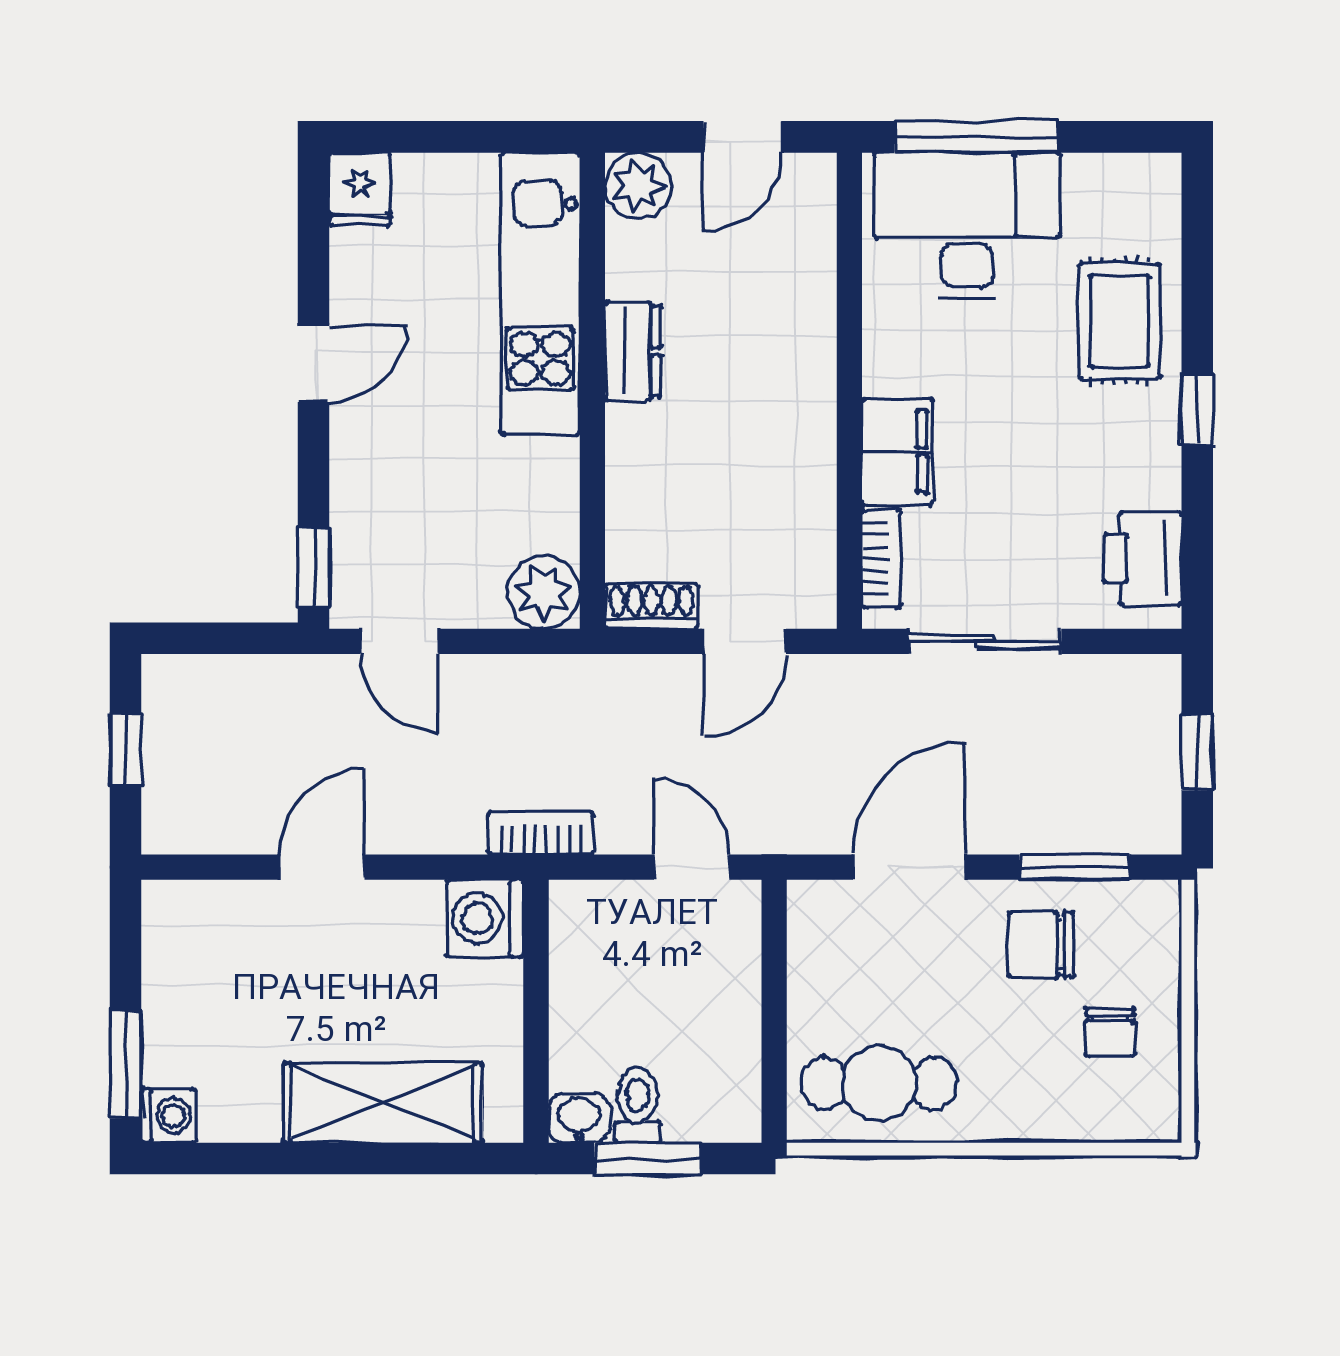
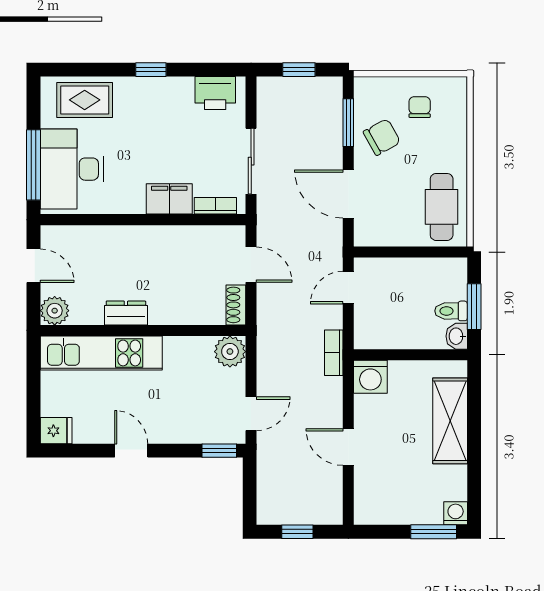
rug: (1119, 321) -> (85, 100), moved
chair: (1041, 945) -> (382, 137), turned -119
chair: (1110, 1032) -> (420, 107), turned -90

